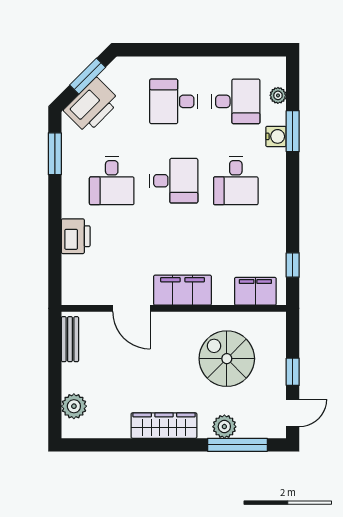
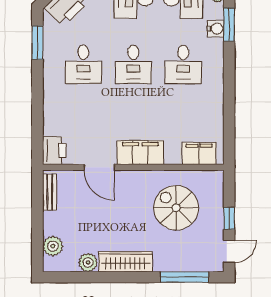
desk: (174, 181) -> (133, 64), turned 90
printer: (76, 236) -> (54, 151), moved
window: (293, 265) -> (229, 132), removed
plant: (224, 427) -> (88, 262), moved

